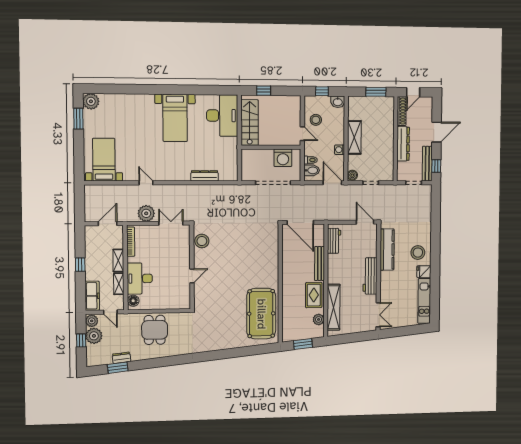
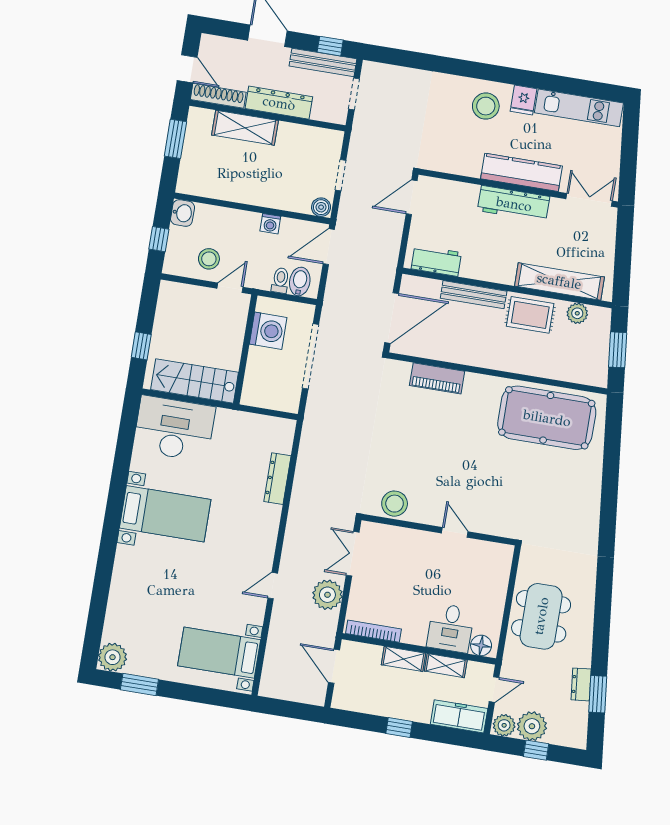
shelving: (354, 137) -> (245, 128), moved
kitchen counter: (387, 250) -> (521, 172), moved
piano: (272, 252) -> (437, 378), added
desk: (140, 278) -> (450, 628), width x0.73
dining table: (155, 330) -> (541, 616), width x1.37

